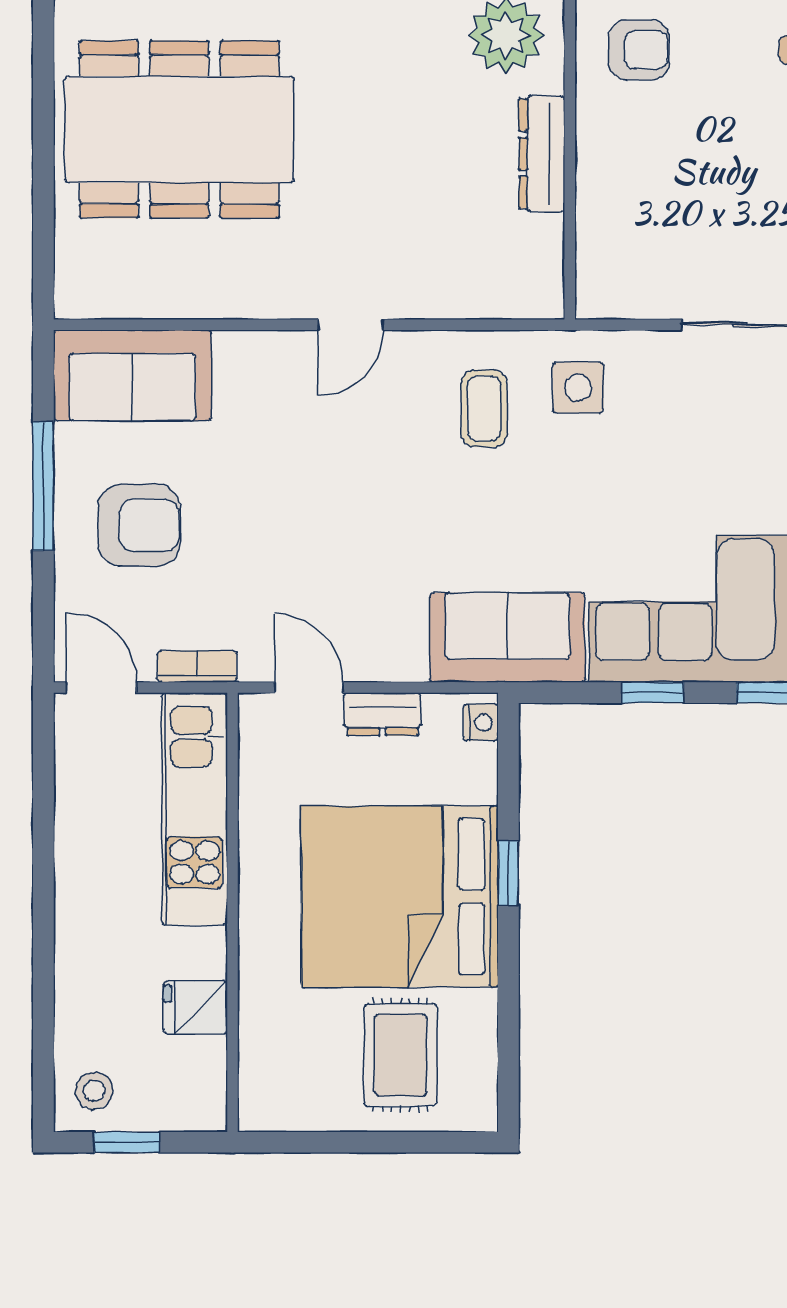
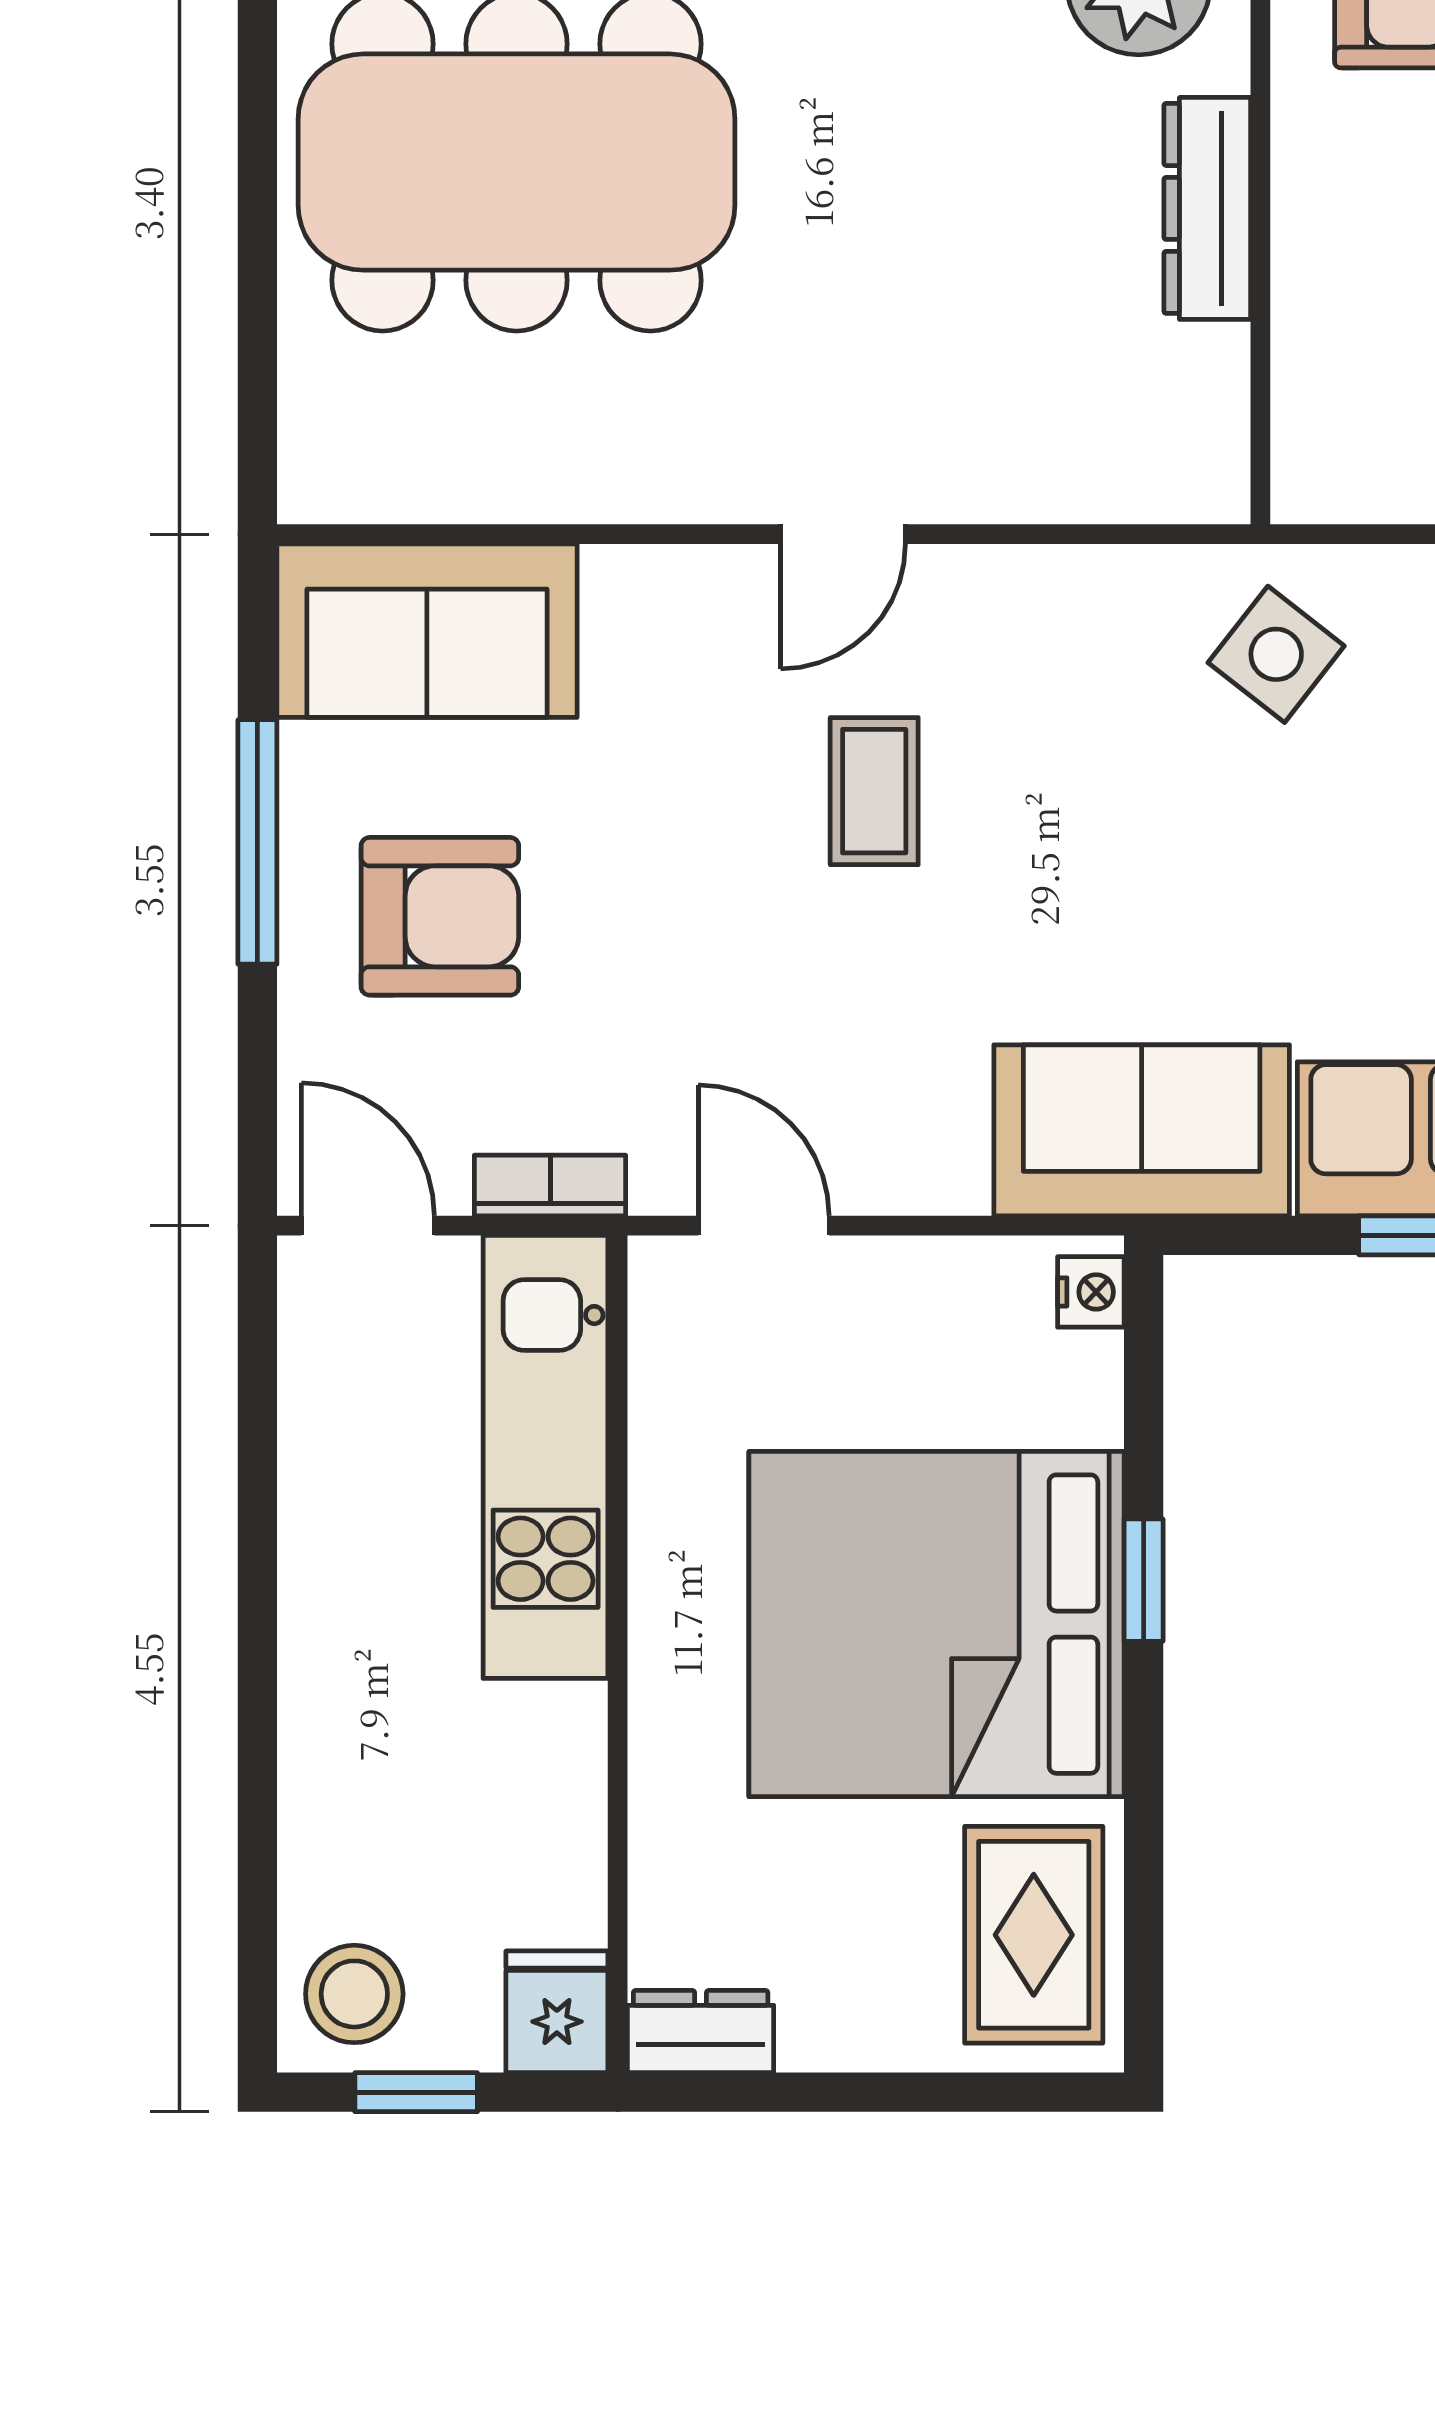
side table: (578, 388) -> (1276, 654), turned 38
coffee table: (484, 408) -> (874, 791), moved
dresser: (382, 714) -> (701, 2032), moved, turned 180
fridge: (195, 1008) -> (557, 2012), moved, turned 90
rug: (401, 1055) -> (1034, 1935), moved
stool: (94, 1091) -> (354, 1994), width x1.37, depth x1.37

